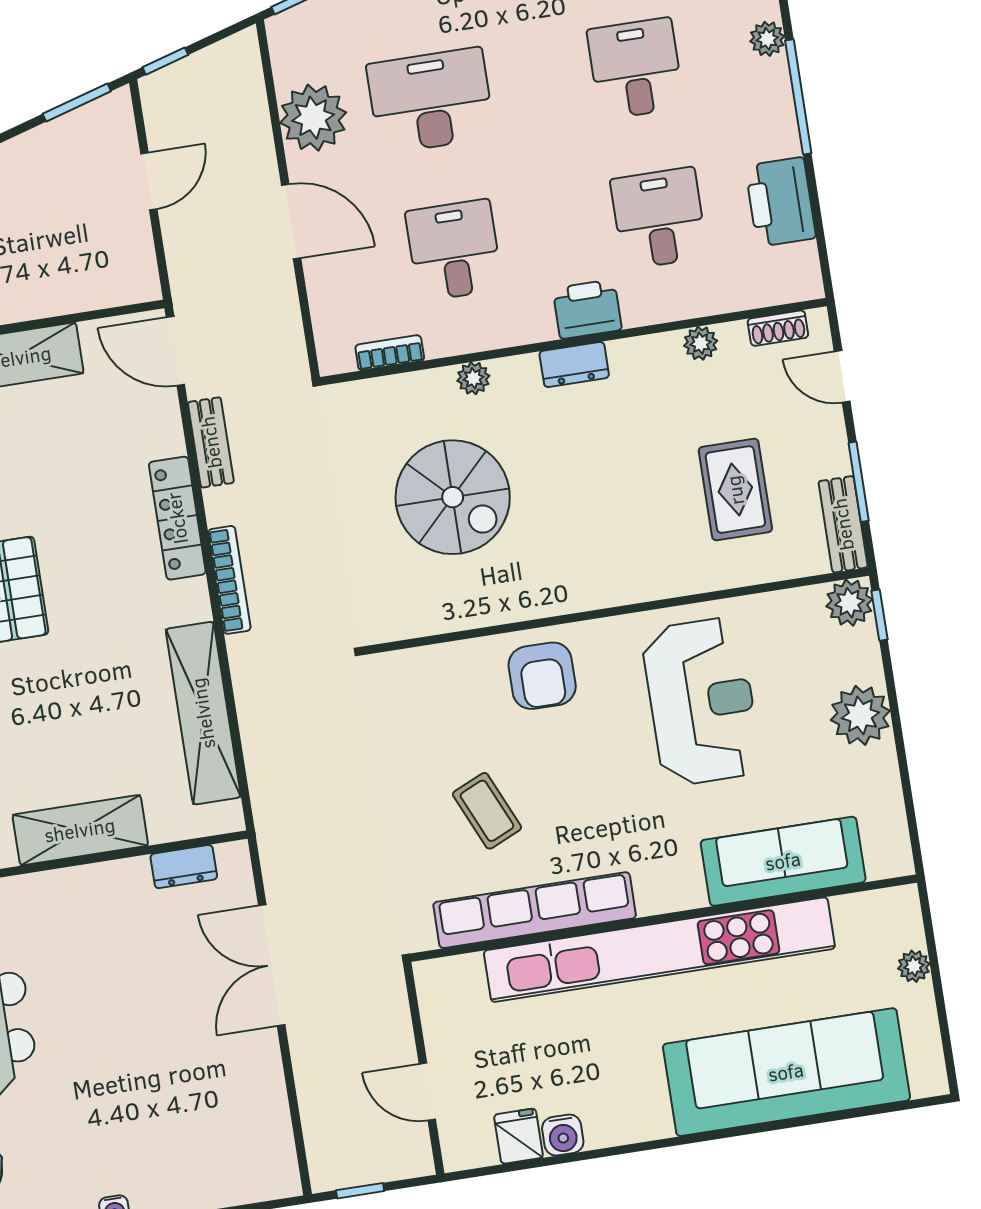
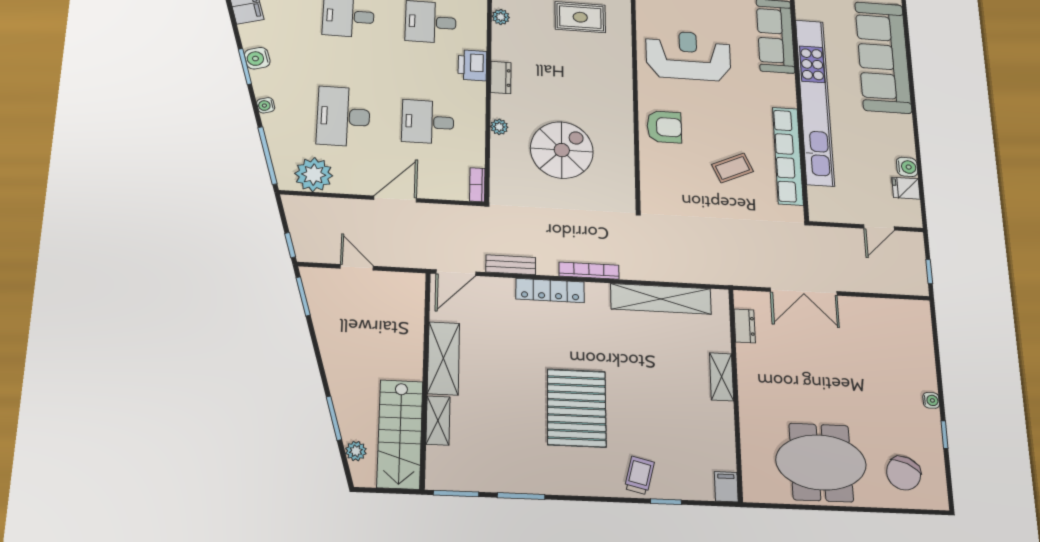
plant: (313, 118) -> (314, 175), moved
bookcase: (390, 353) -> (477, 185), moved
shelving: (80, 830) -> (722, 377), width x0.67, depth x0.75

